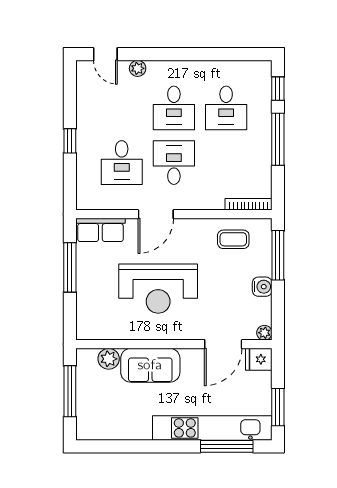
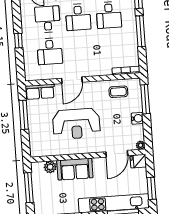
desk: (174, 163) -> (48, 19), moved

